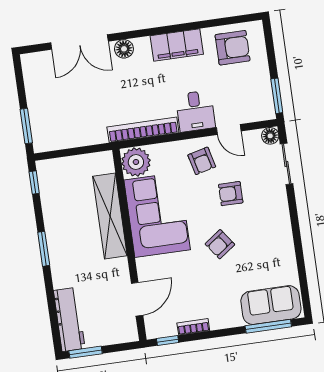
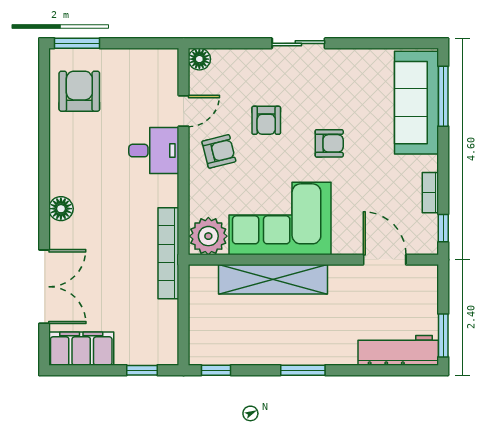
filing cabinet: (177, 45) -> (81, 349), moved, turned -90
floor lamp: (124, 49) -> (61, 209), moved
window: (277, 96) -> (77, 43), moved
window: (26, 126) -> (142, 370), width x0.67
bookcase: (143, 130) -> (168, 253), moved
sliding door: (286, 164) -> (298, 43), moved
armchair: (220, 244) -> (329, 143), turned -54
sofa: (271, 305) -> (417, 103), width x1.36

